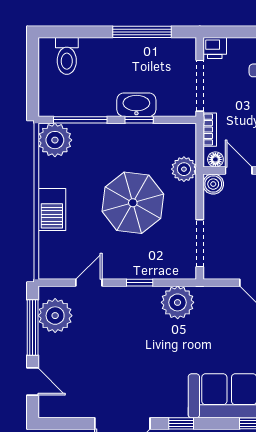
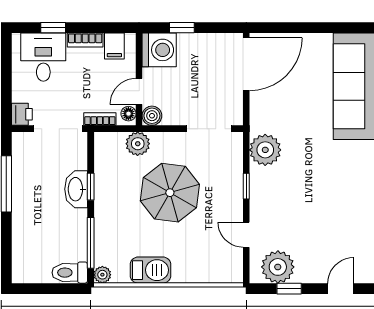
toilet: (67, 56) -> (70, 273), moved, turned 180
plant: (55, 140) -> (102, 275), width x0.53, depth x0.53
barbecue: (52, 209) -> (151, 270), moved
window: (33, 328) -> (289, 289), width x0.46

